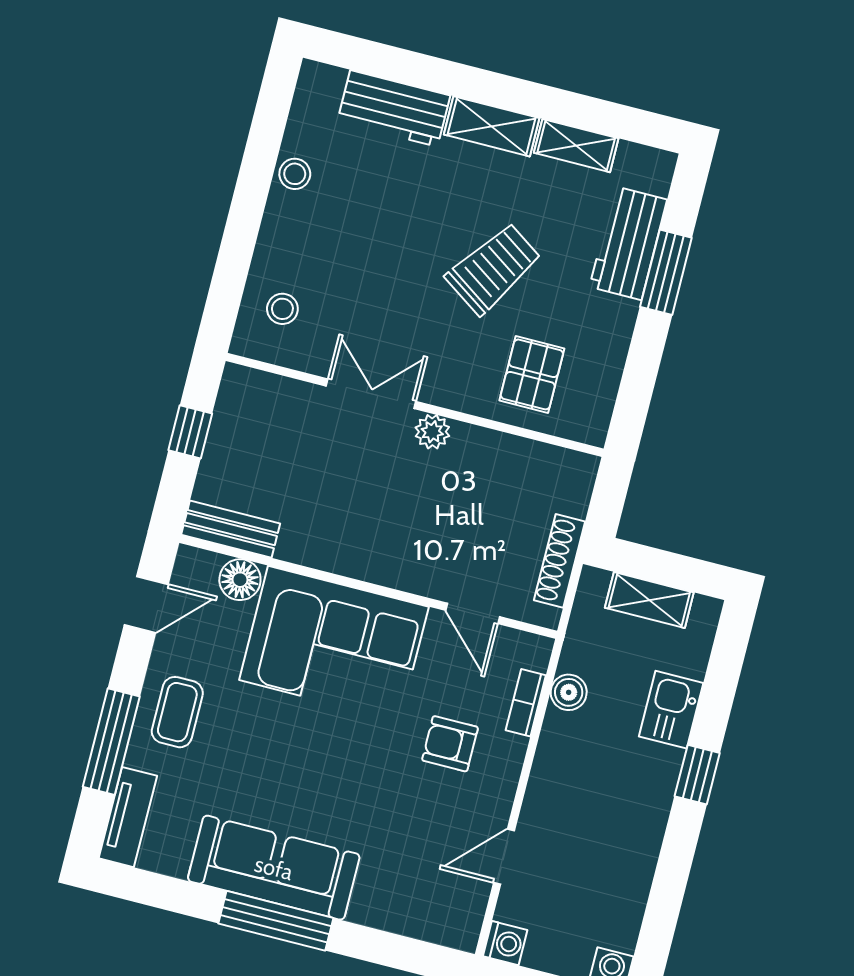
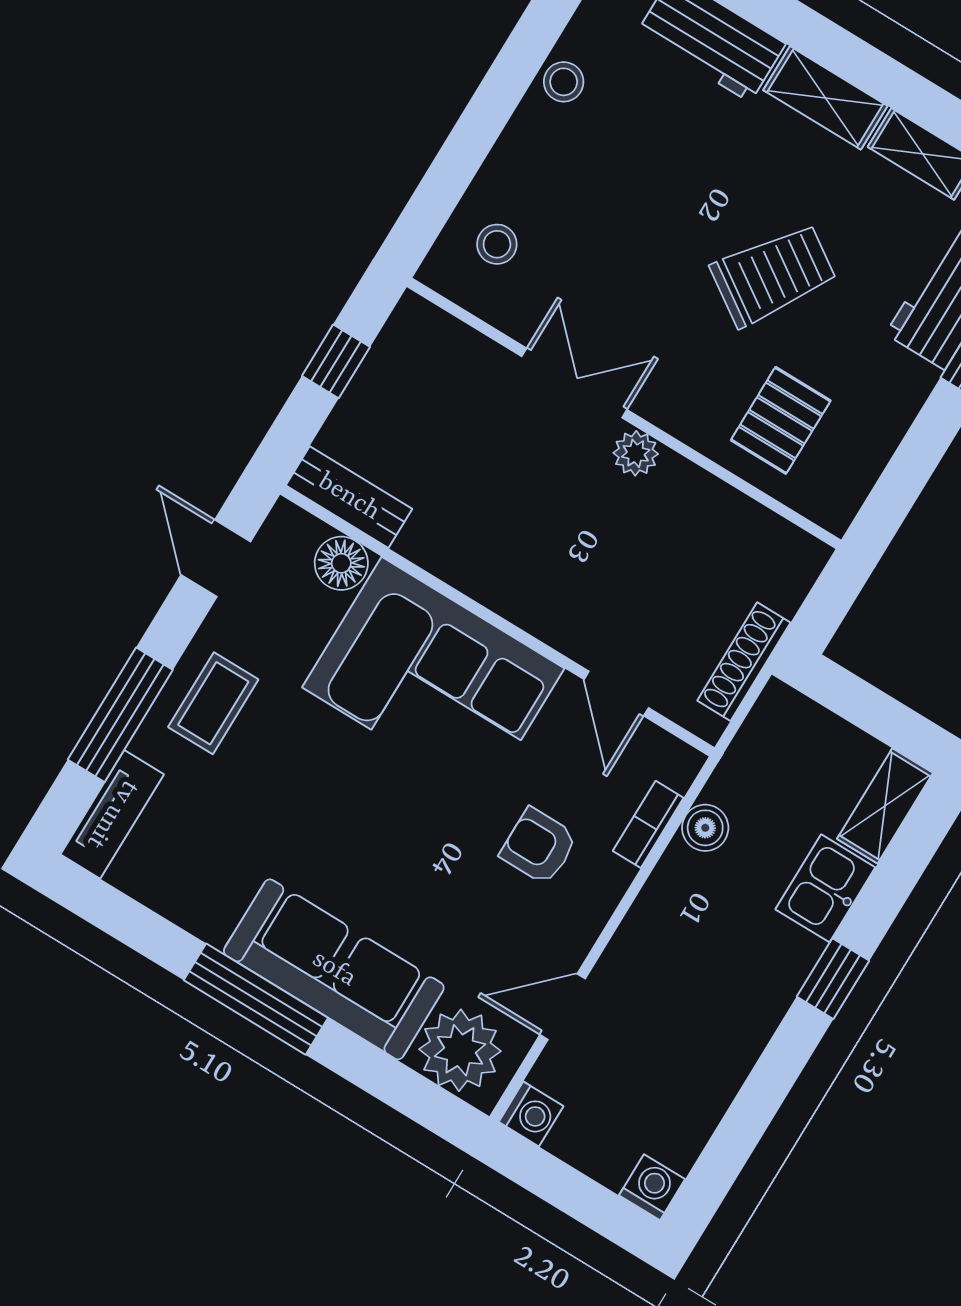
shelving: (649, 600) -> (885, 806), moved, turned 90
door: (146, 604) -> (216, 558), swing flipped
sofa: (274, 868) -> (334, 969), moved
plant: (438, 912) -> (460, 1050), added

